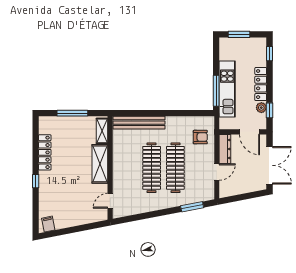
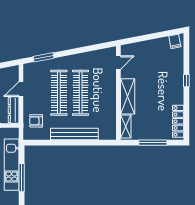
window: (216, 91) -> (22, 178), moved
bench: (139, 123) -> (74, 134), moved
locker: (45, 152) -> (178, 121), moved

